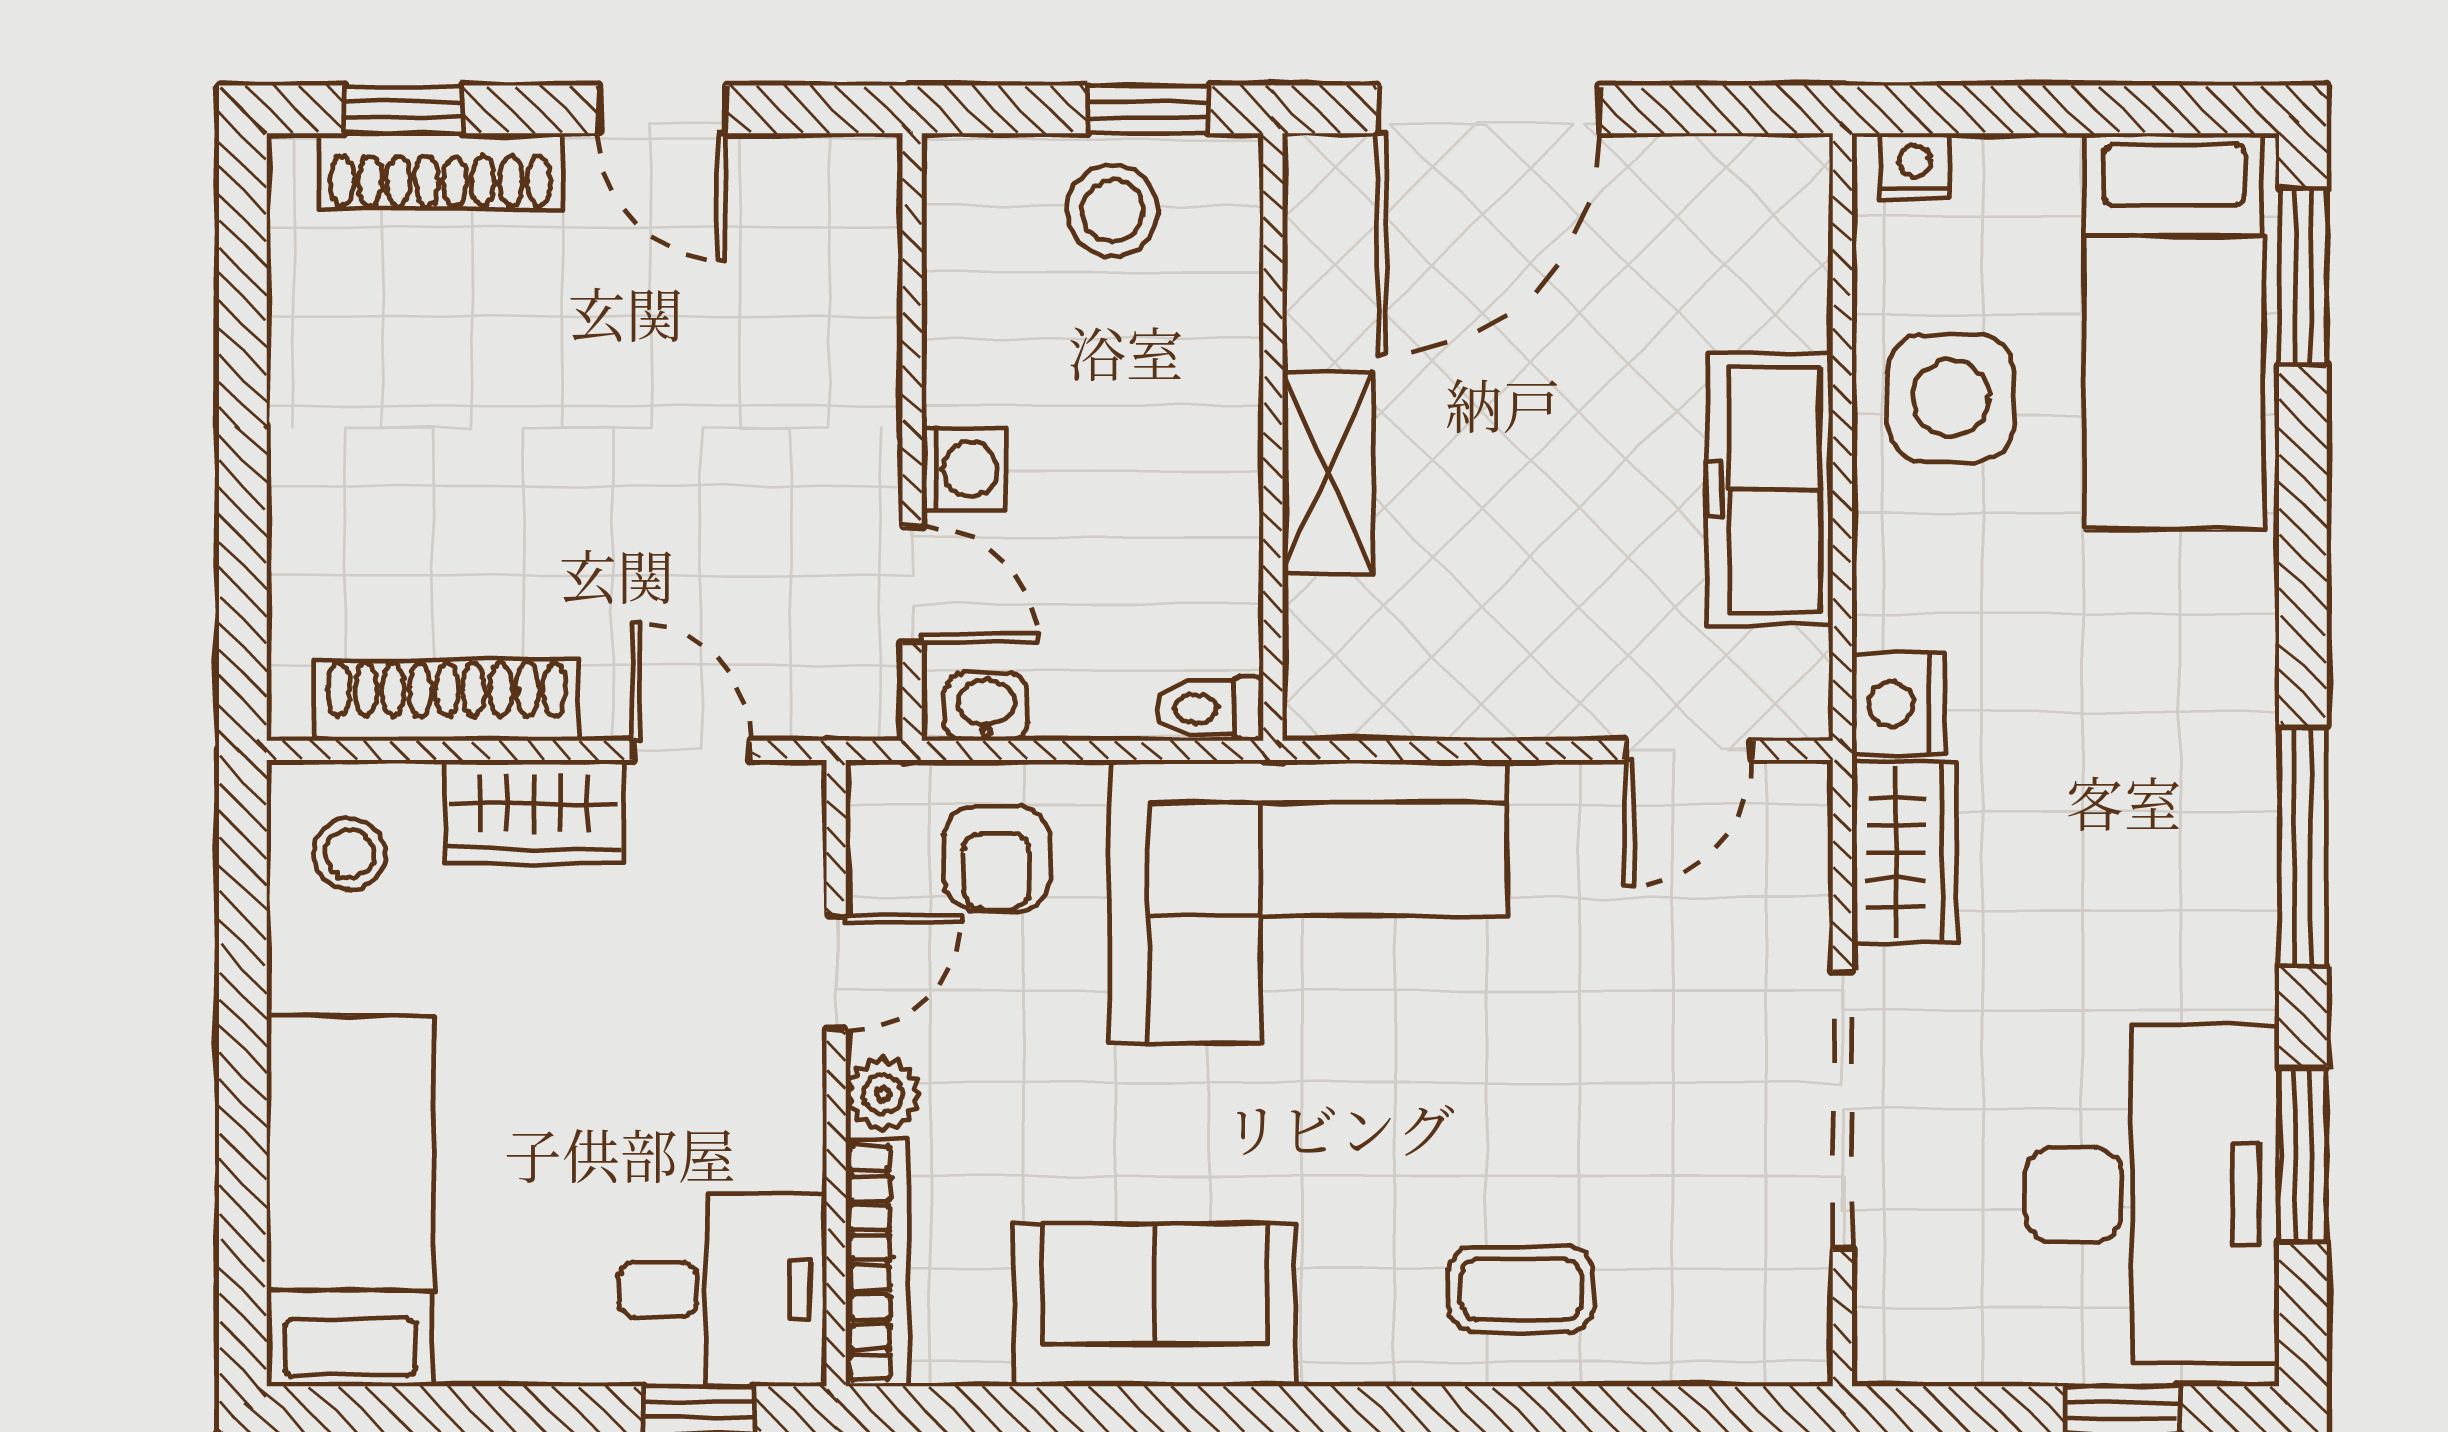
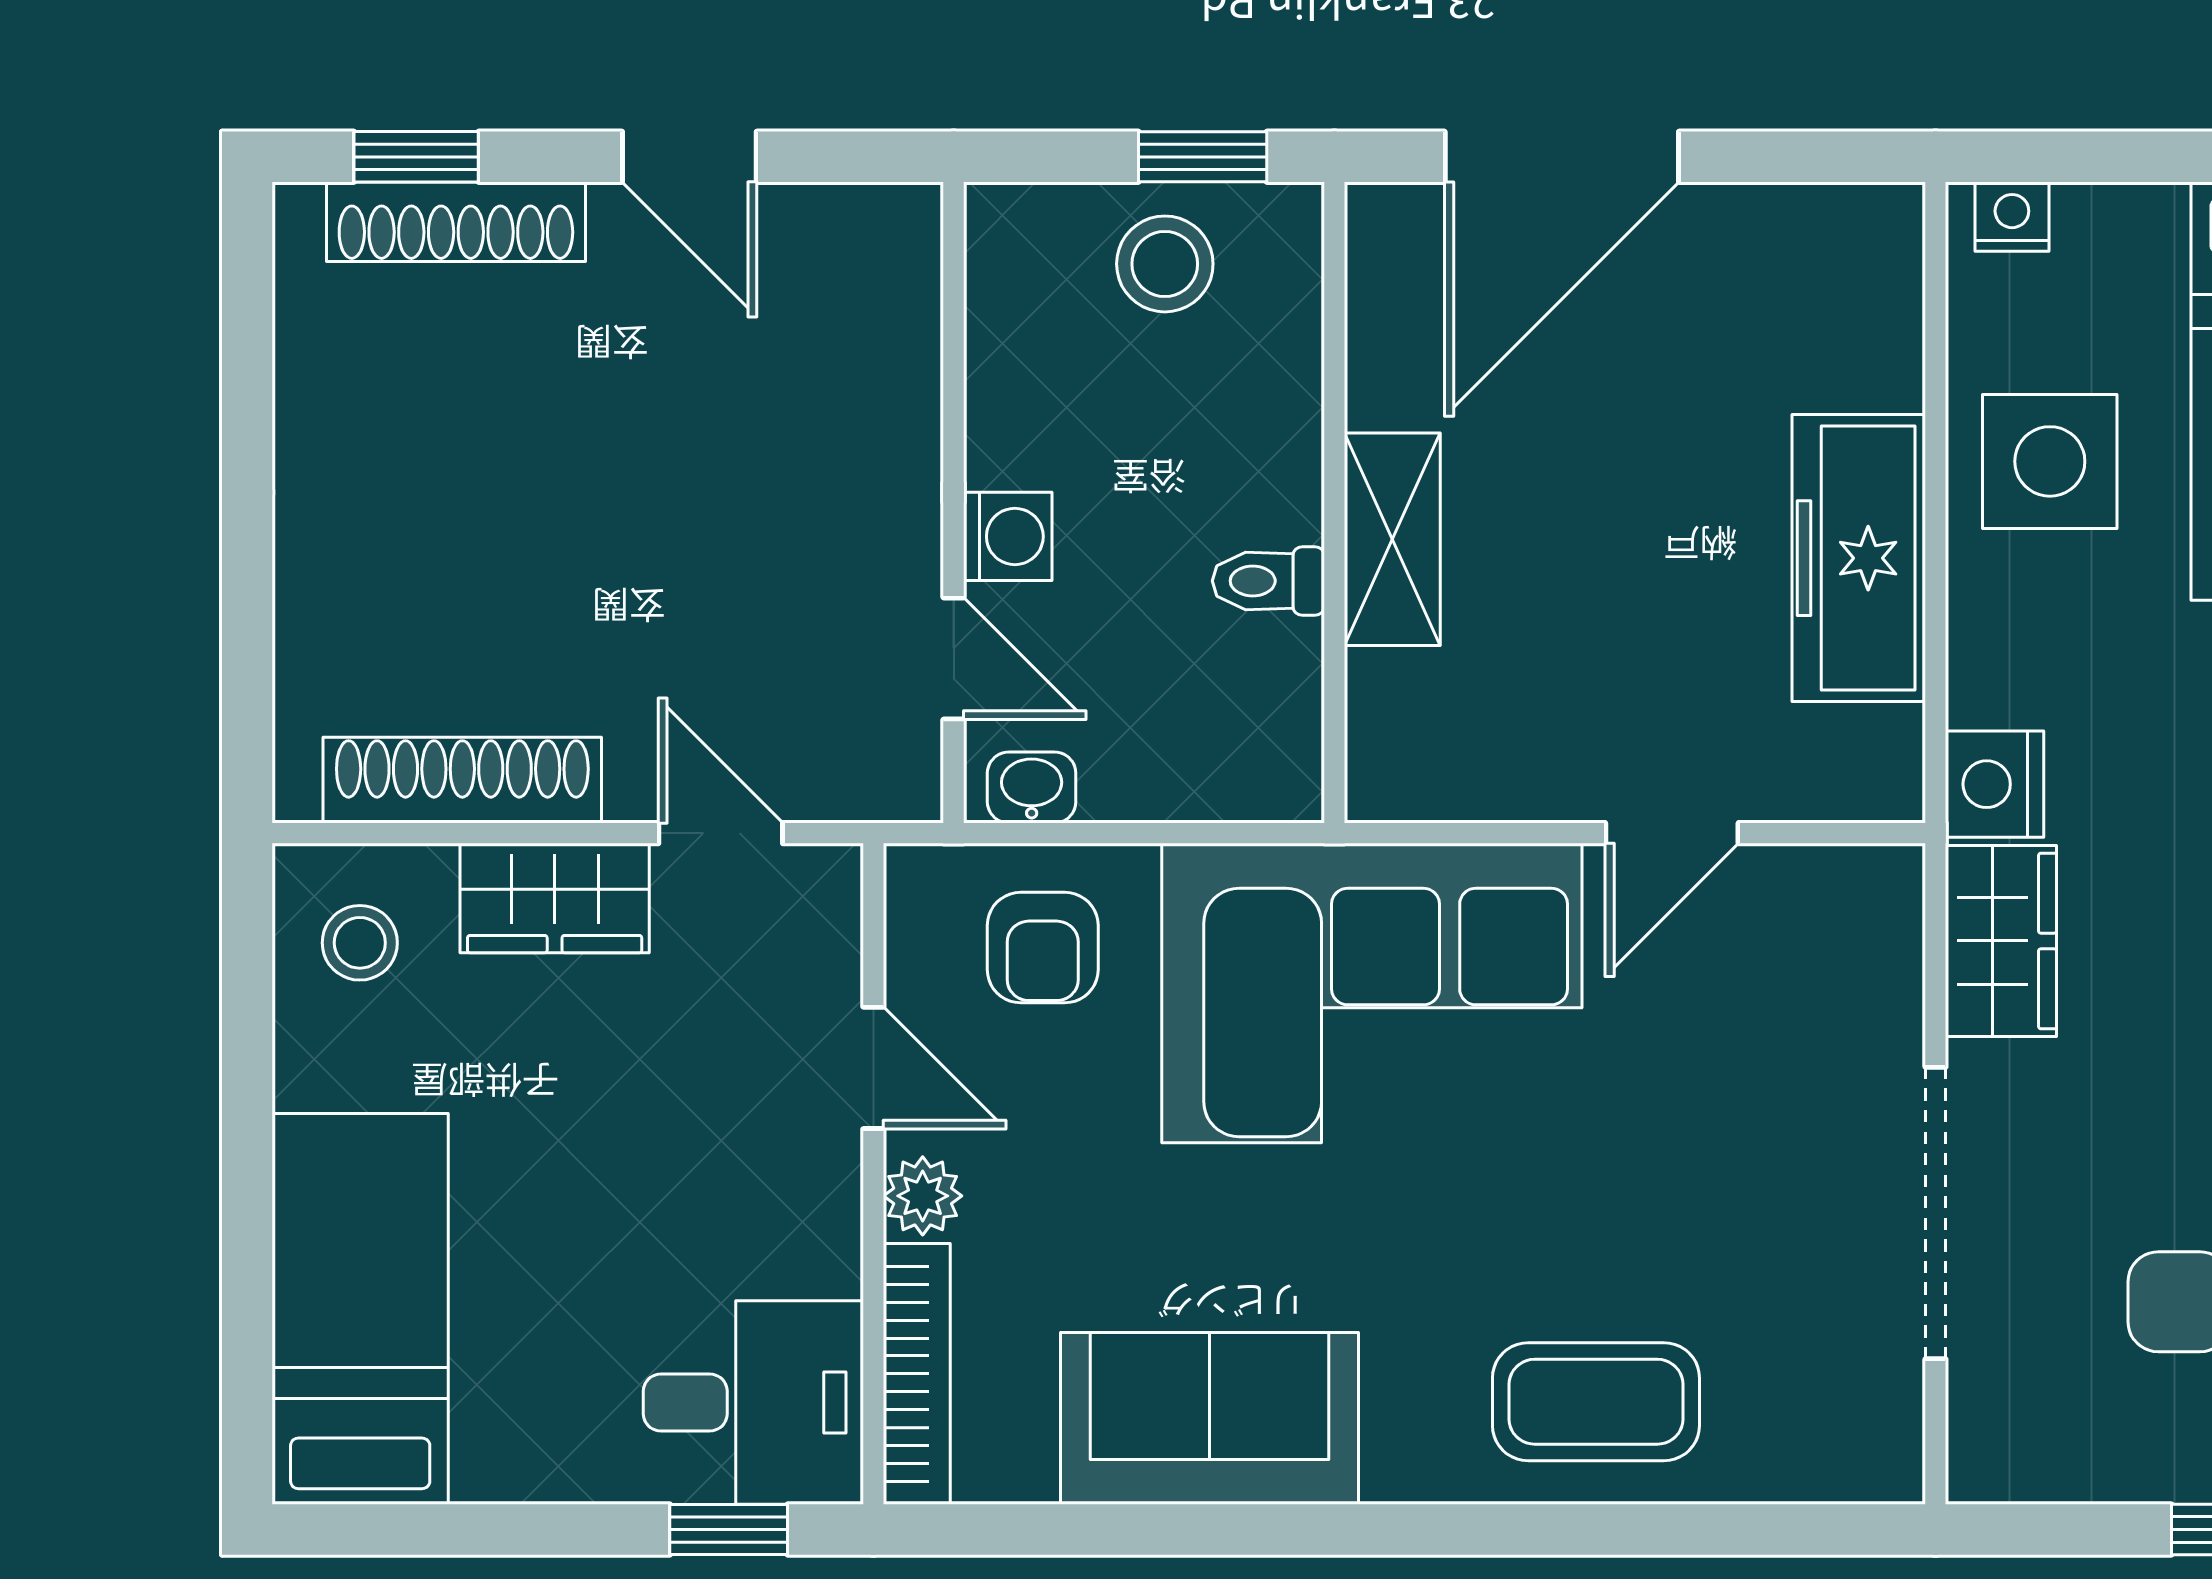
toilet: (1210, 708) -> (1268, 581), moved
door: (1689, 750) -> (1672, 833), moved
door: (836, 973) -> (873, 1068), hinge flipped
coffee table: (1521, 1289) -> (1596, 1402), width x1.36, depth x1.30

